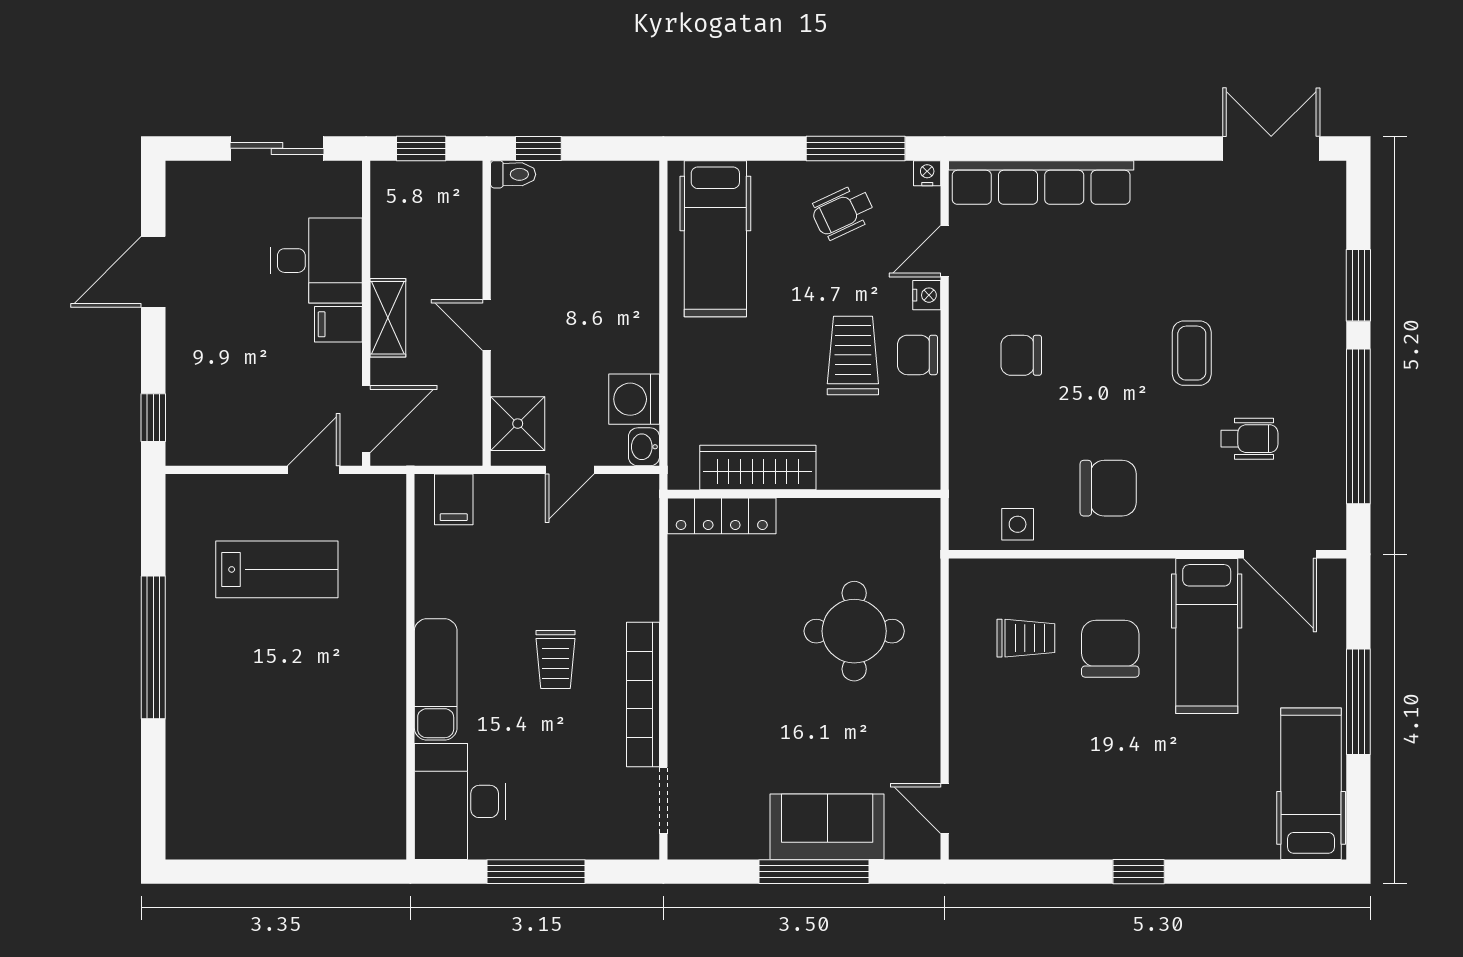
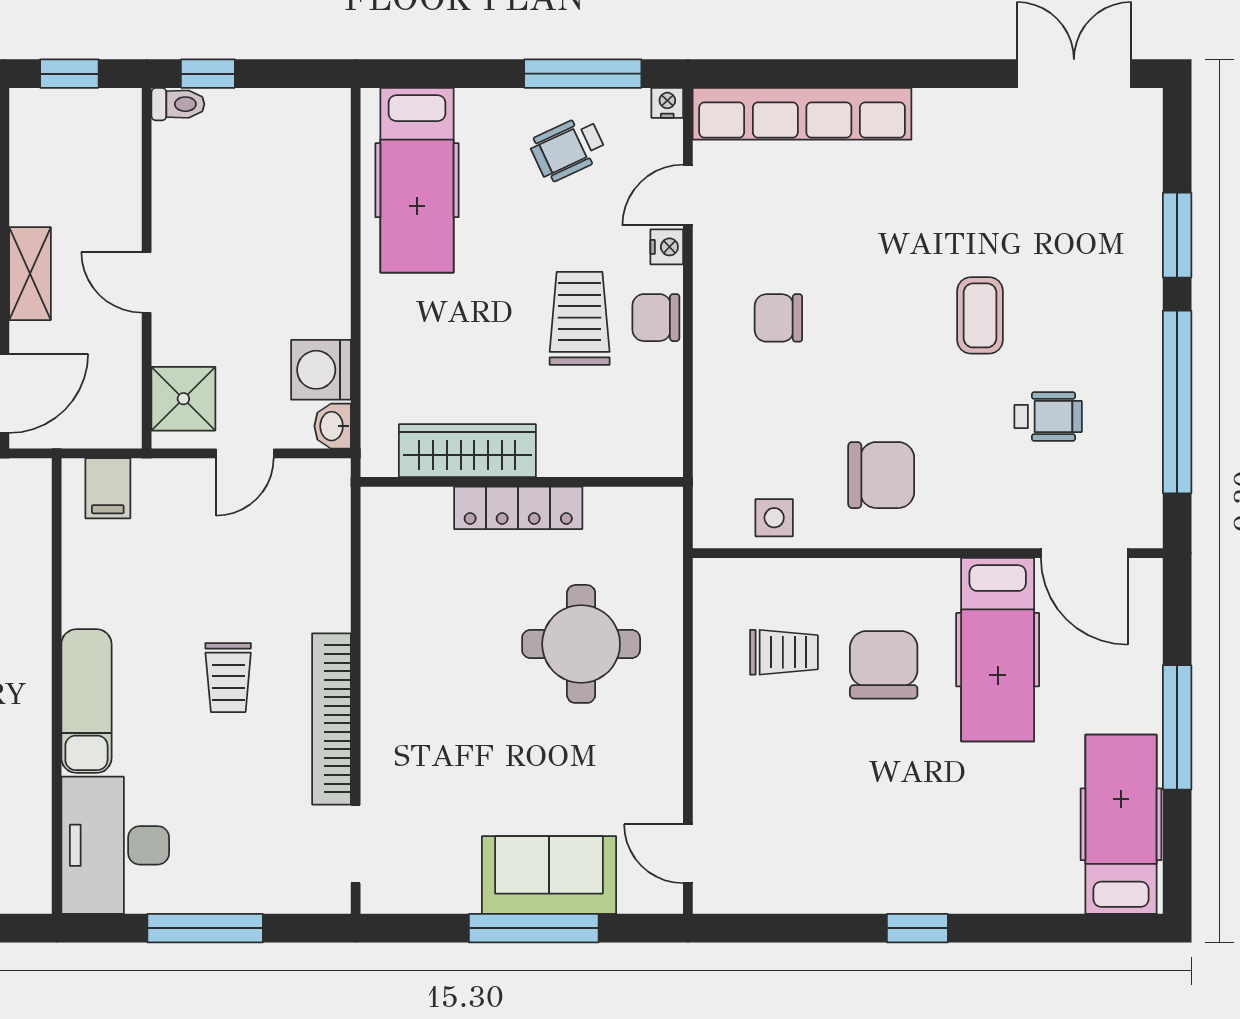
locker: (722, 516) -> (518, 508), moved

